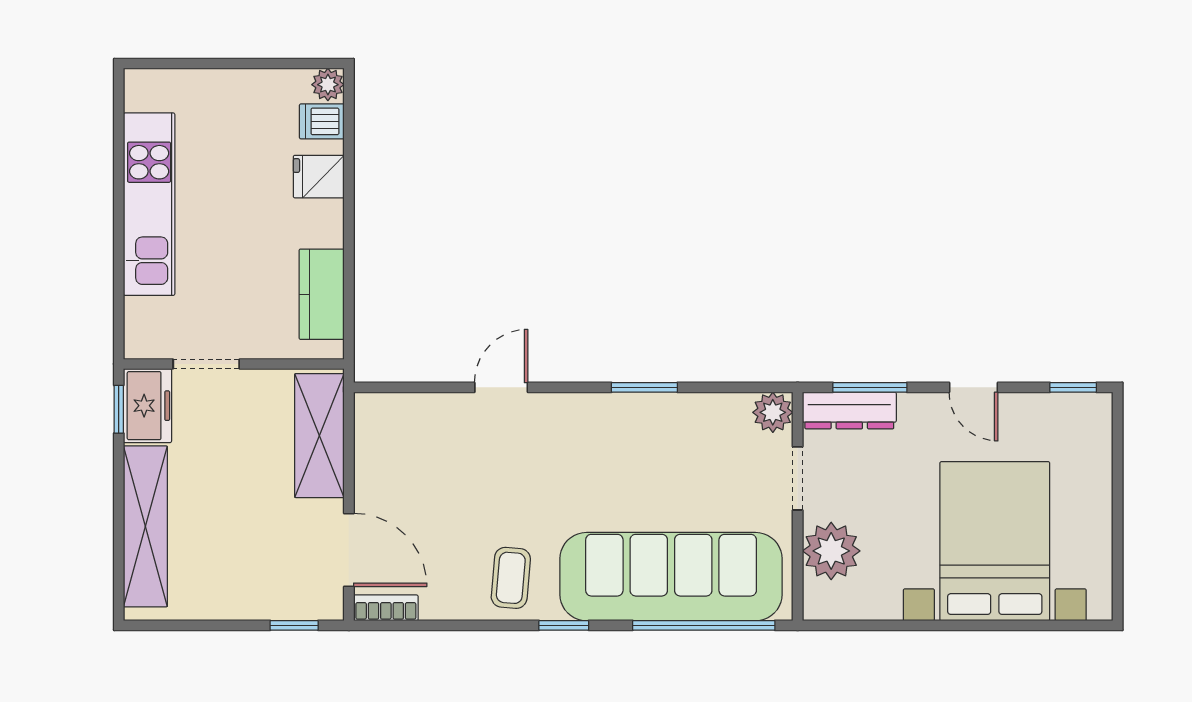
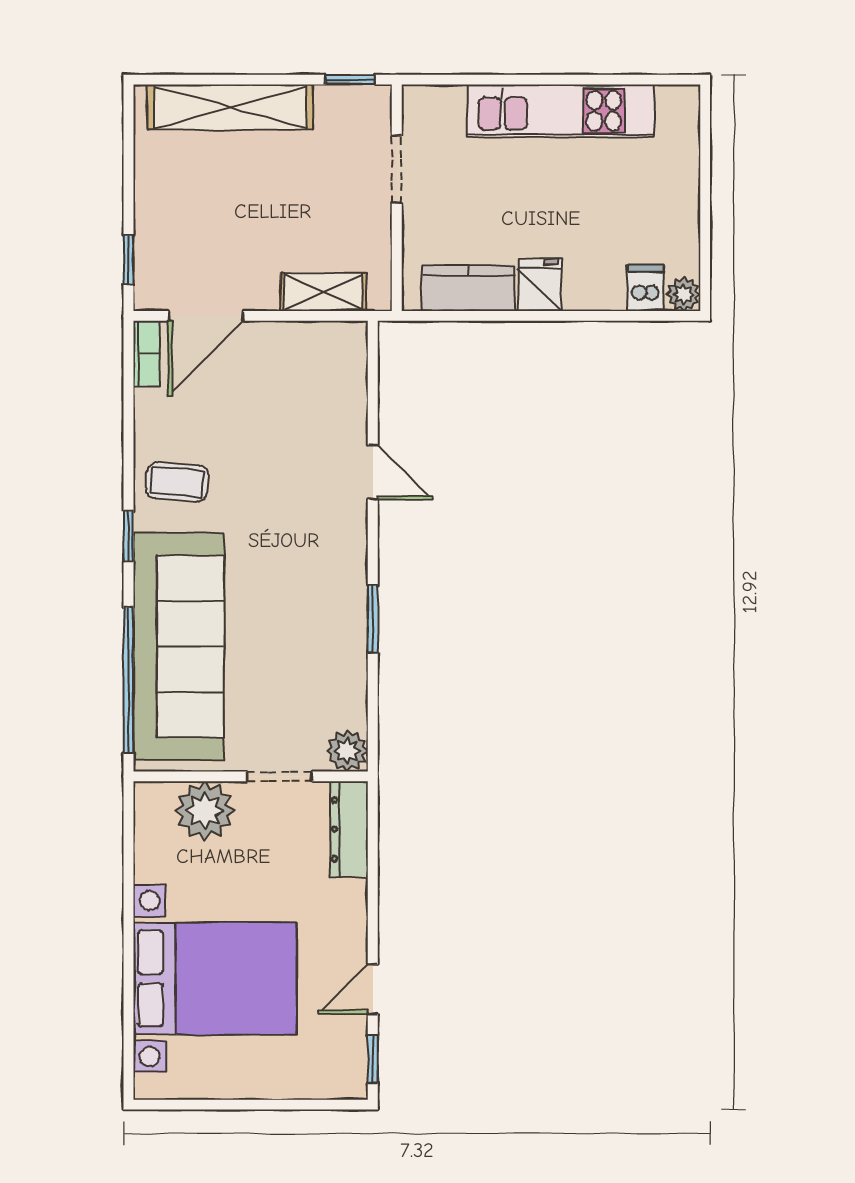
fridge: (319, 177) -> (540, 285), moved
window: (870, 387) -> (373, 850), removed
door: (973, 387) -> (373, 989), moved
freezer: (147, 406) -> (354, 109), removed
shelving: (319, 436) -> (323, 292), width x0.67, depth x0.75

